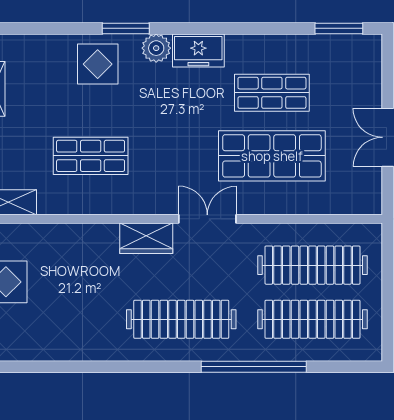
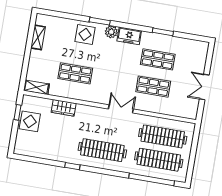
window: (339, 28) -> (163, 32), moved
shop shelf: (272, 156) -> (153, 87), width x0.70, depth x0.74
wardrobe: (146, 238) -> (64, 108), moved
window: (119, 367) -> (72, 166), added
window: (254, 367) -> (152, 179), moved

